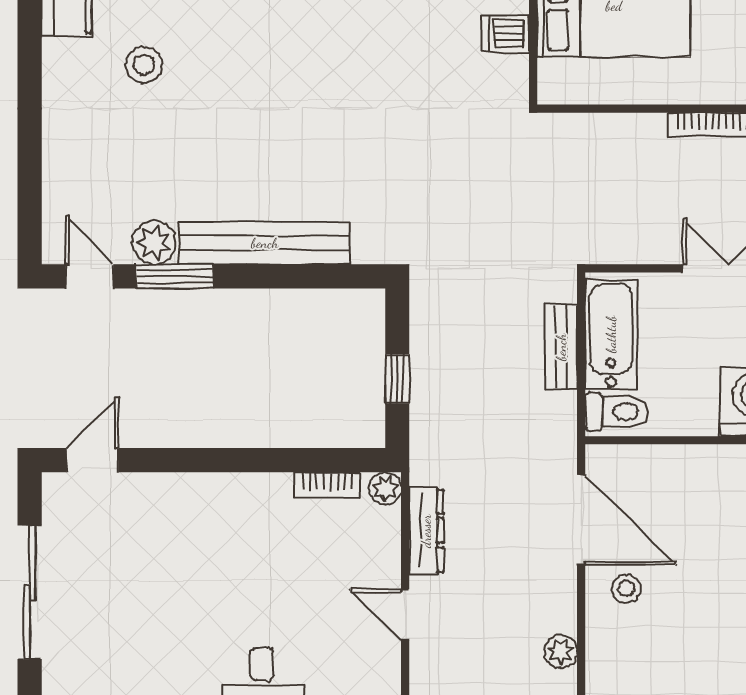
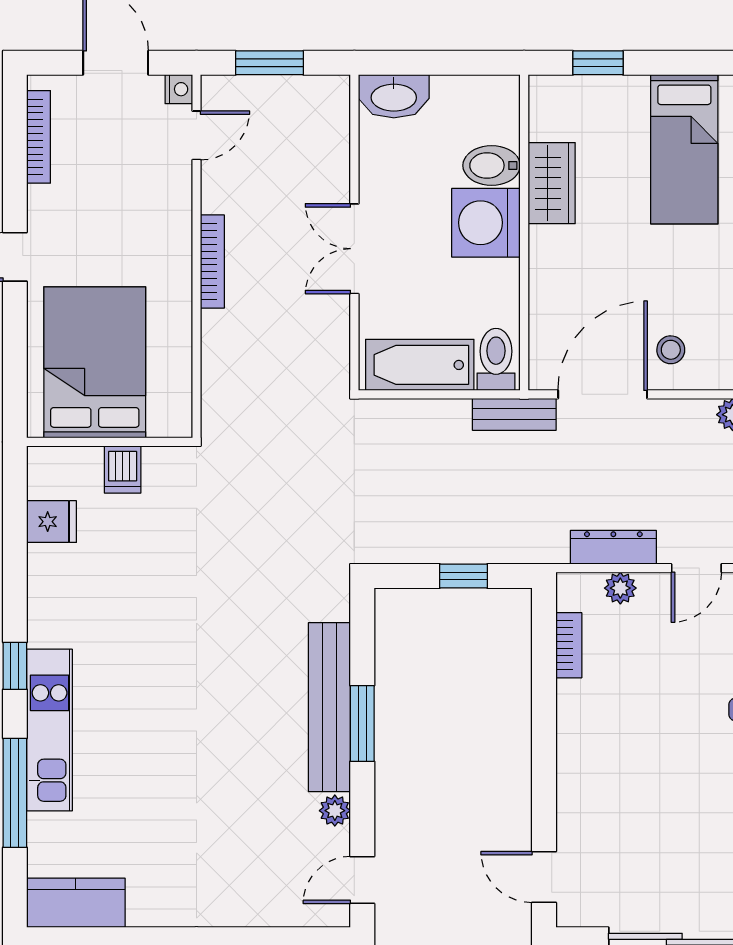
stool: (144, 65) -> (153, 826), removed
plant: (154, 243) -> (335, 811), width x0.73, depth x0.73
window: (175, 276) -> (362, 724), moved
bench: (561, 347) -> (514, 414), moved
plant: (385, 488) -> (620, 588), moved

